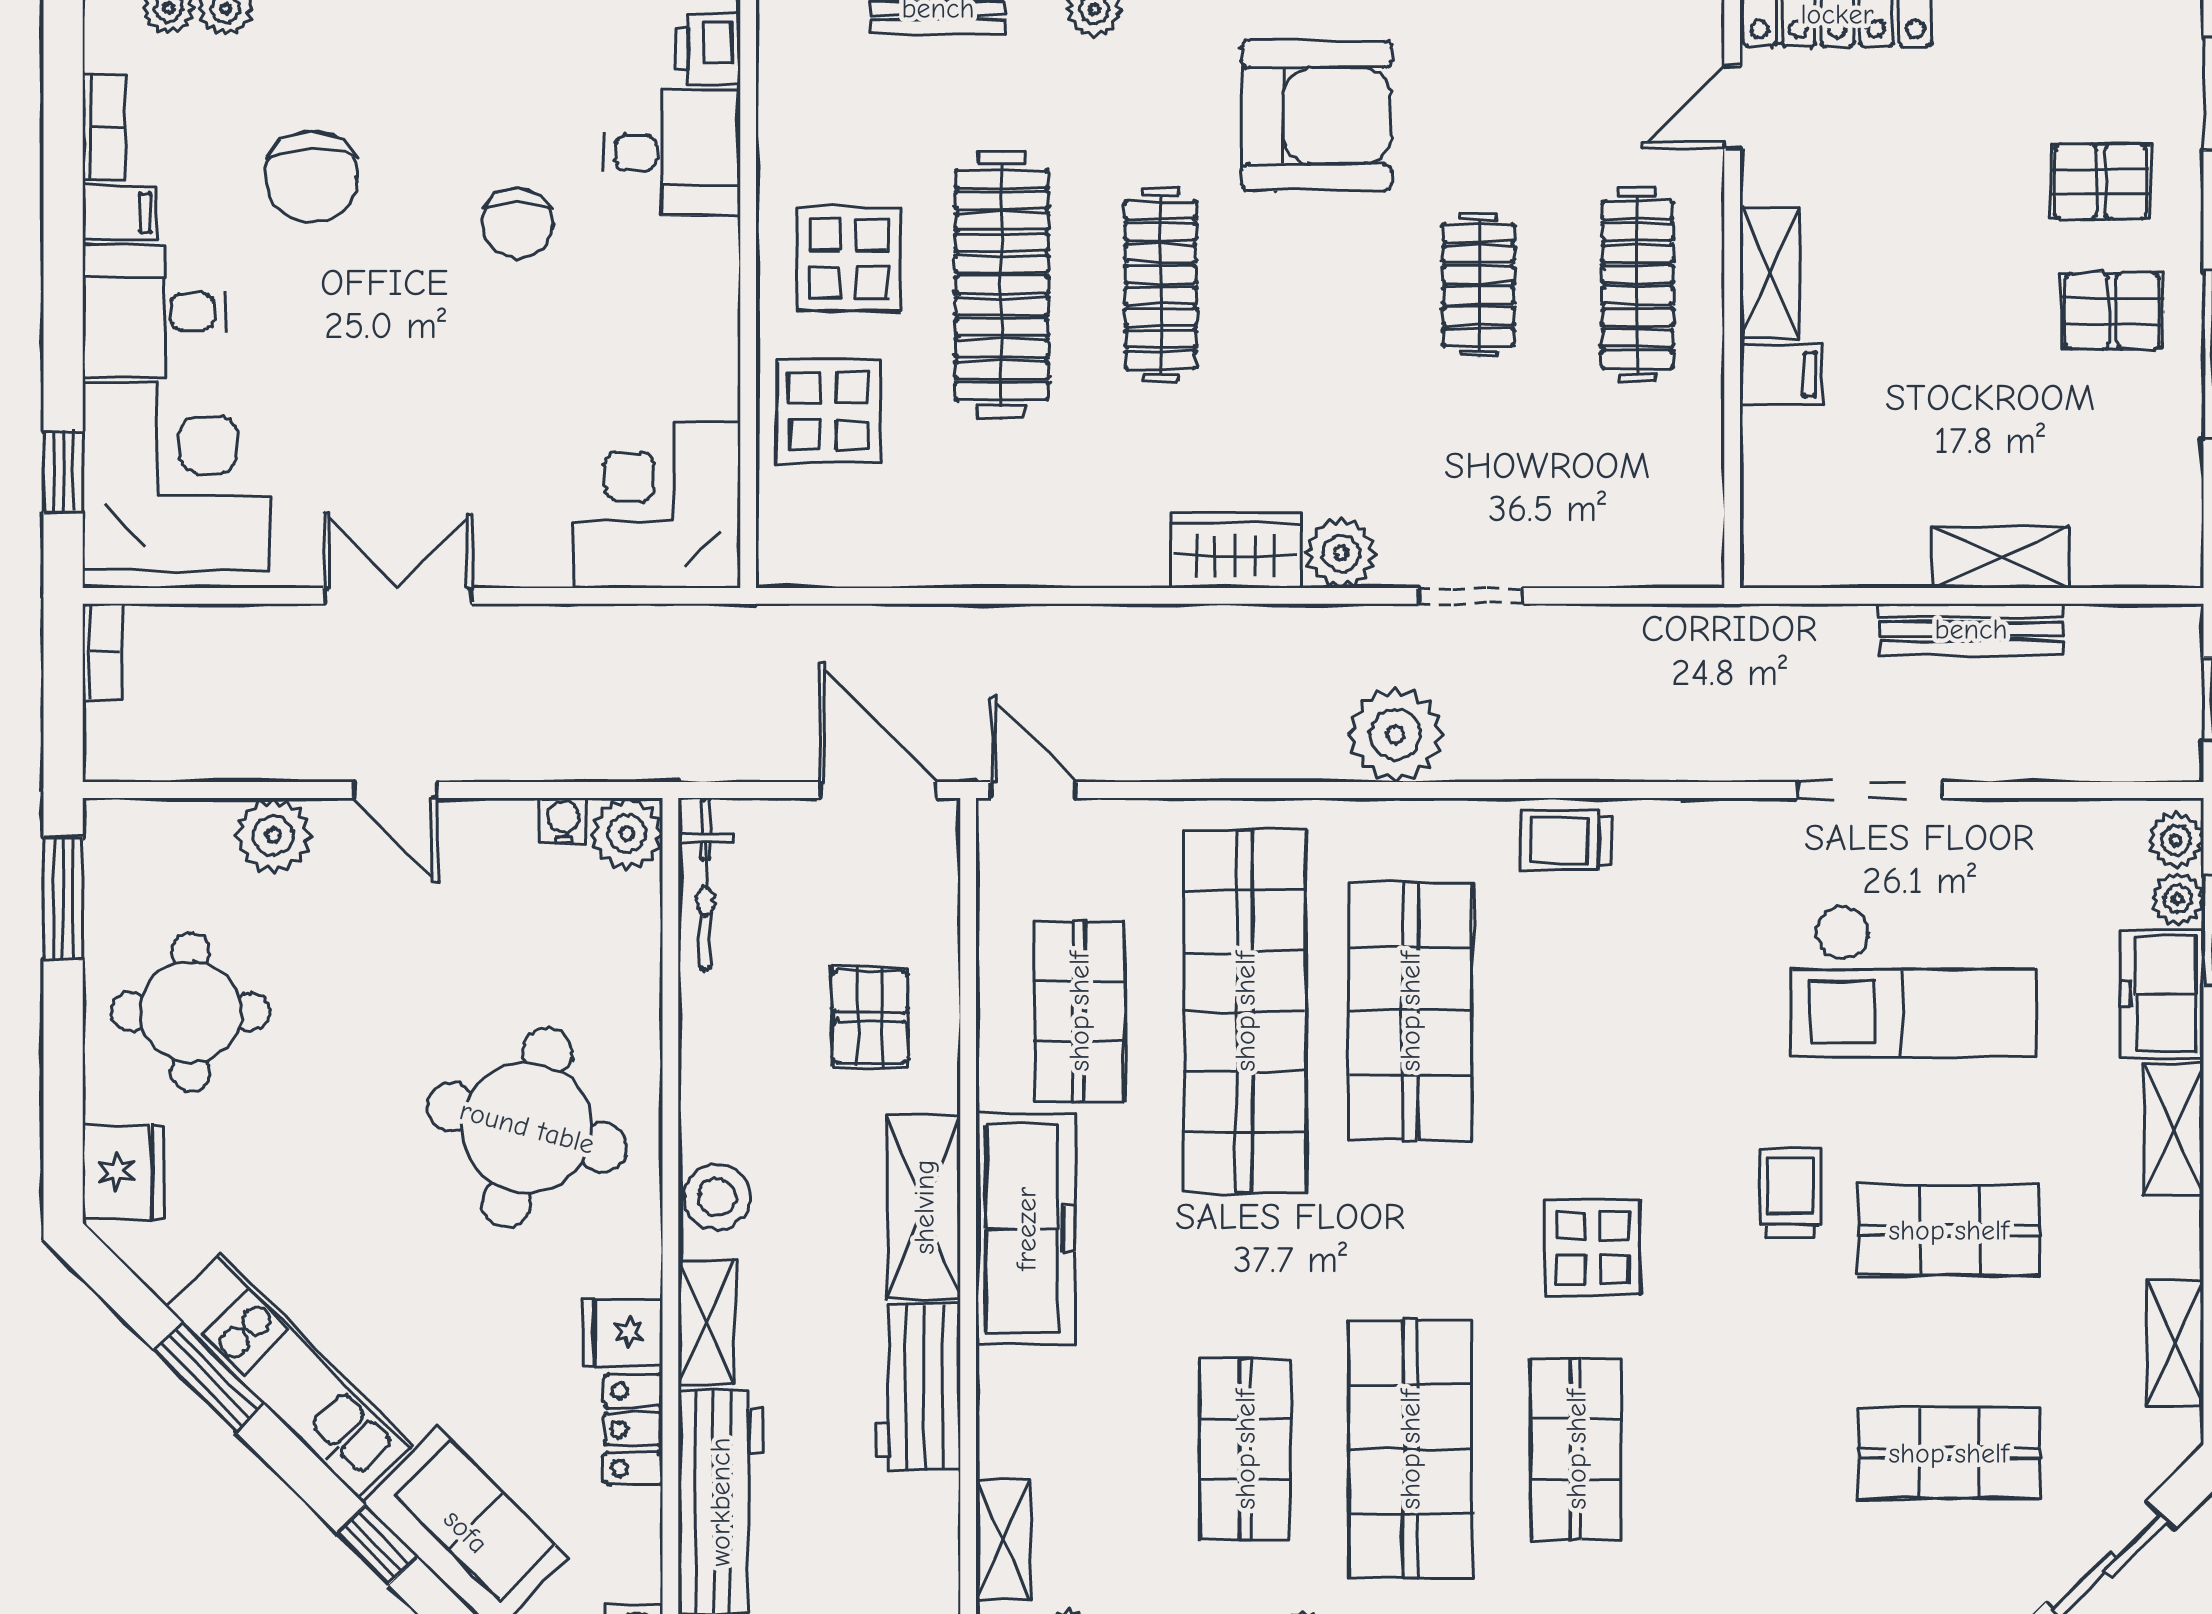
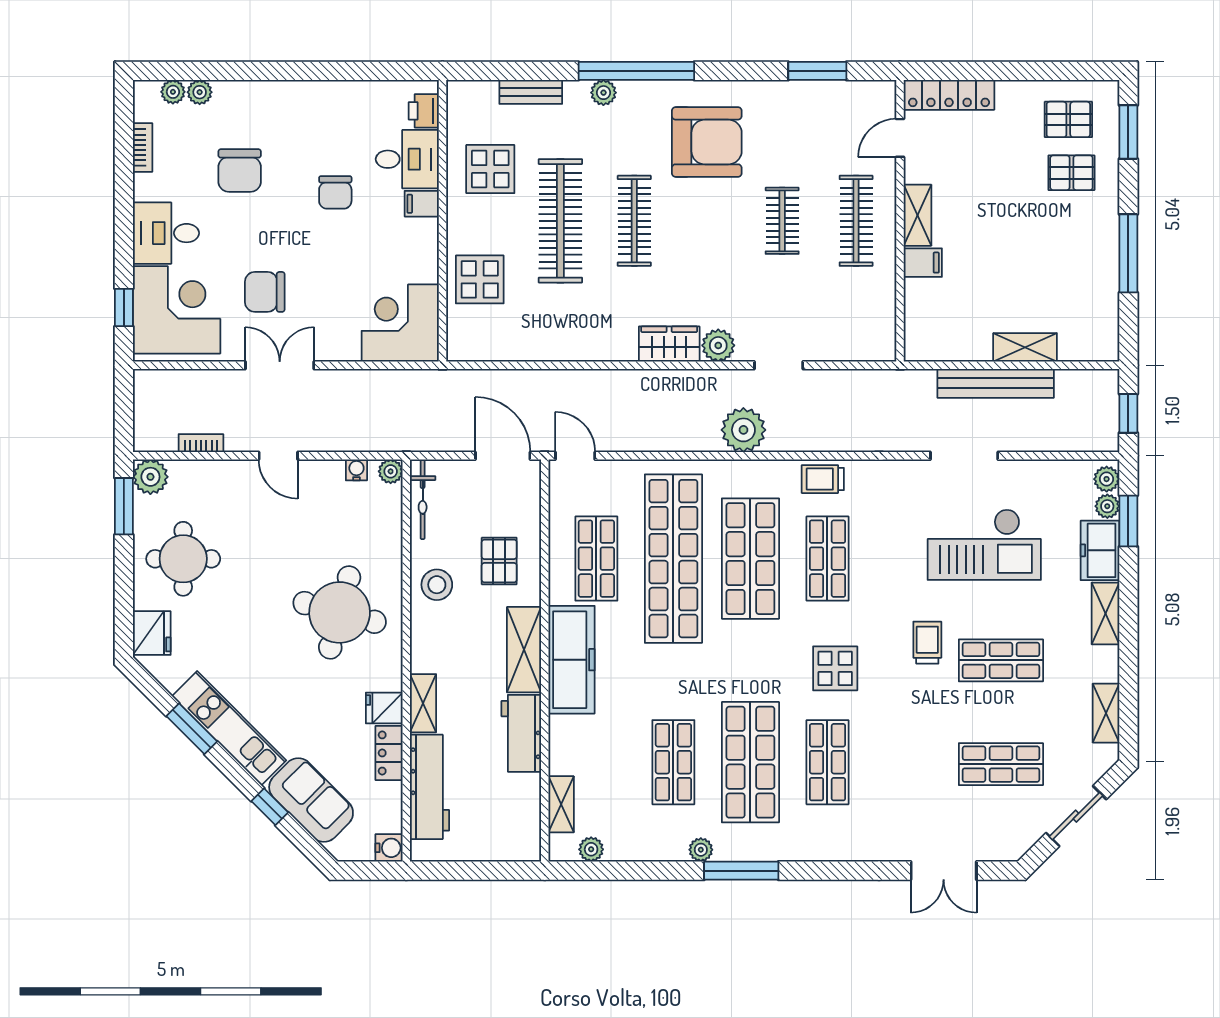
filing cabinet: (119, 213) -> (422, 204), moved, turned 180
display table: (849, 259) -> (490, 169), moved
pallet: (2112, 311) -> (1068, 119), moved
chair: (366, 438) -> (265, 292), added
bench: (1971, 629) -> (996, 383), width x1.37, depth x1.21
bookcase: (102, 652) -> (201, 443), moved, turned -90
plant: (627, 834) -> (391, 471), width x0.73, depth x0.73
plant: (273, 835) -> (150, 477), moved
shop shelf: (1576, 1011) -> (827, 559), added
stool: (717, 1197) -> (437, 585), moved

